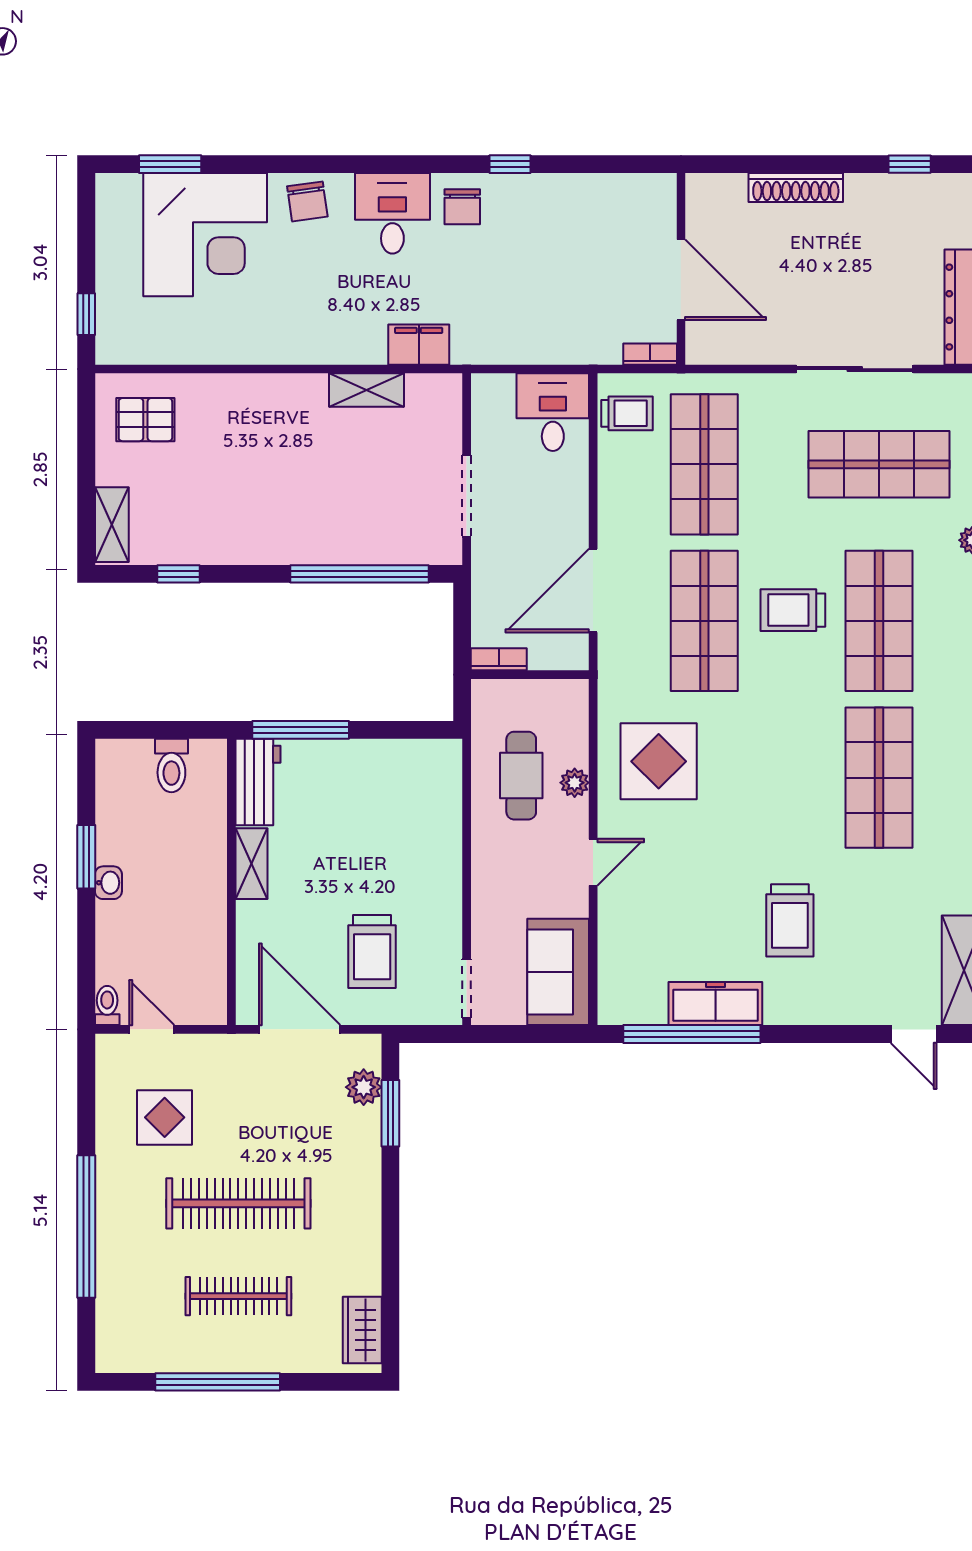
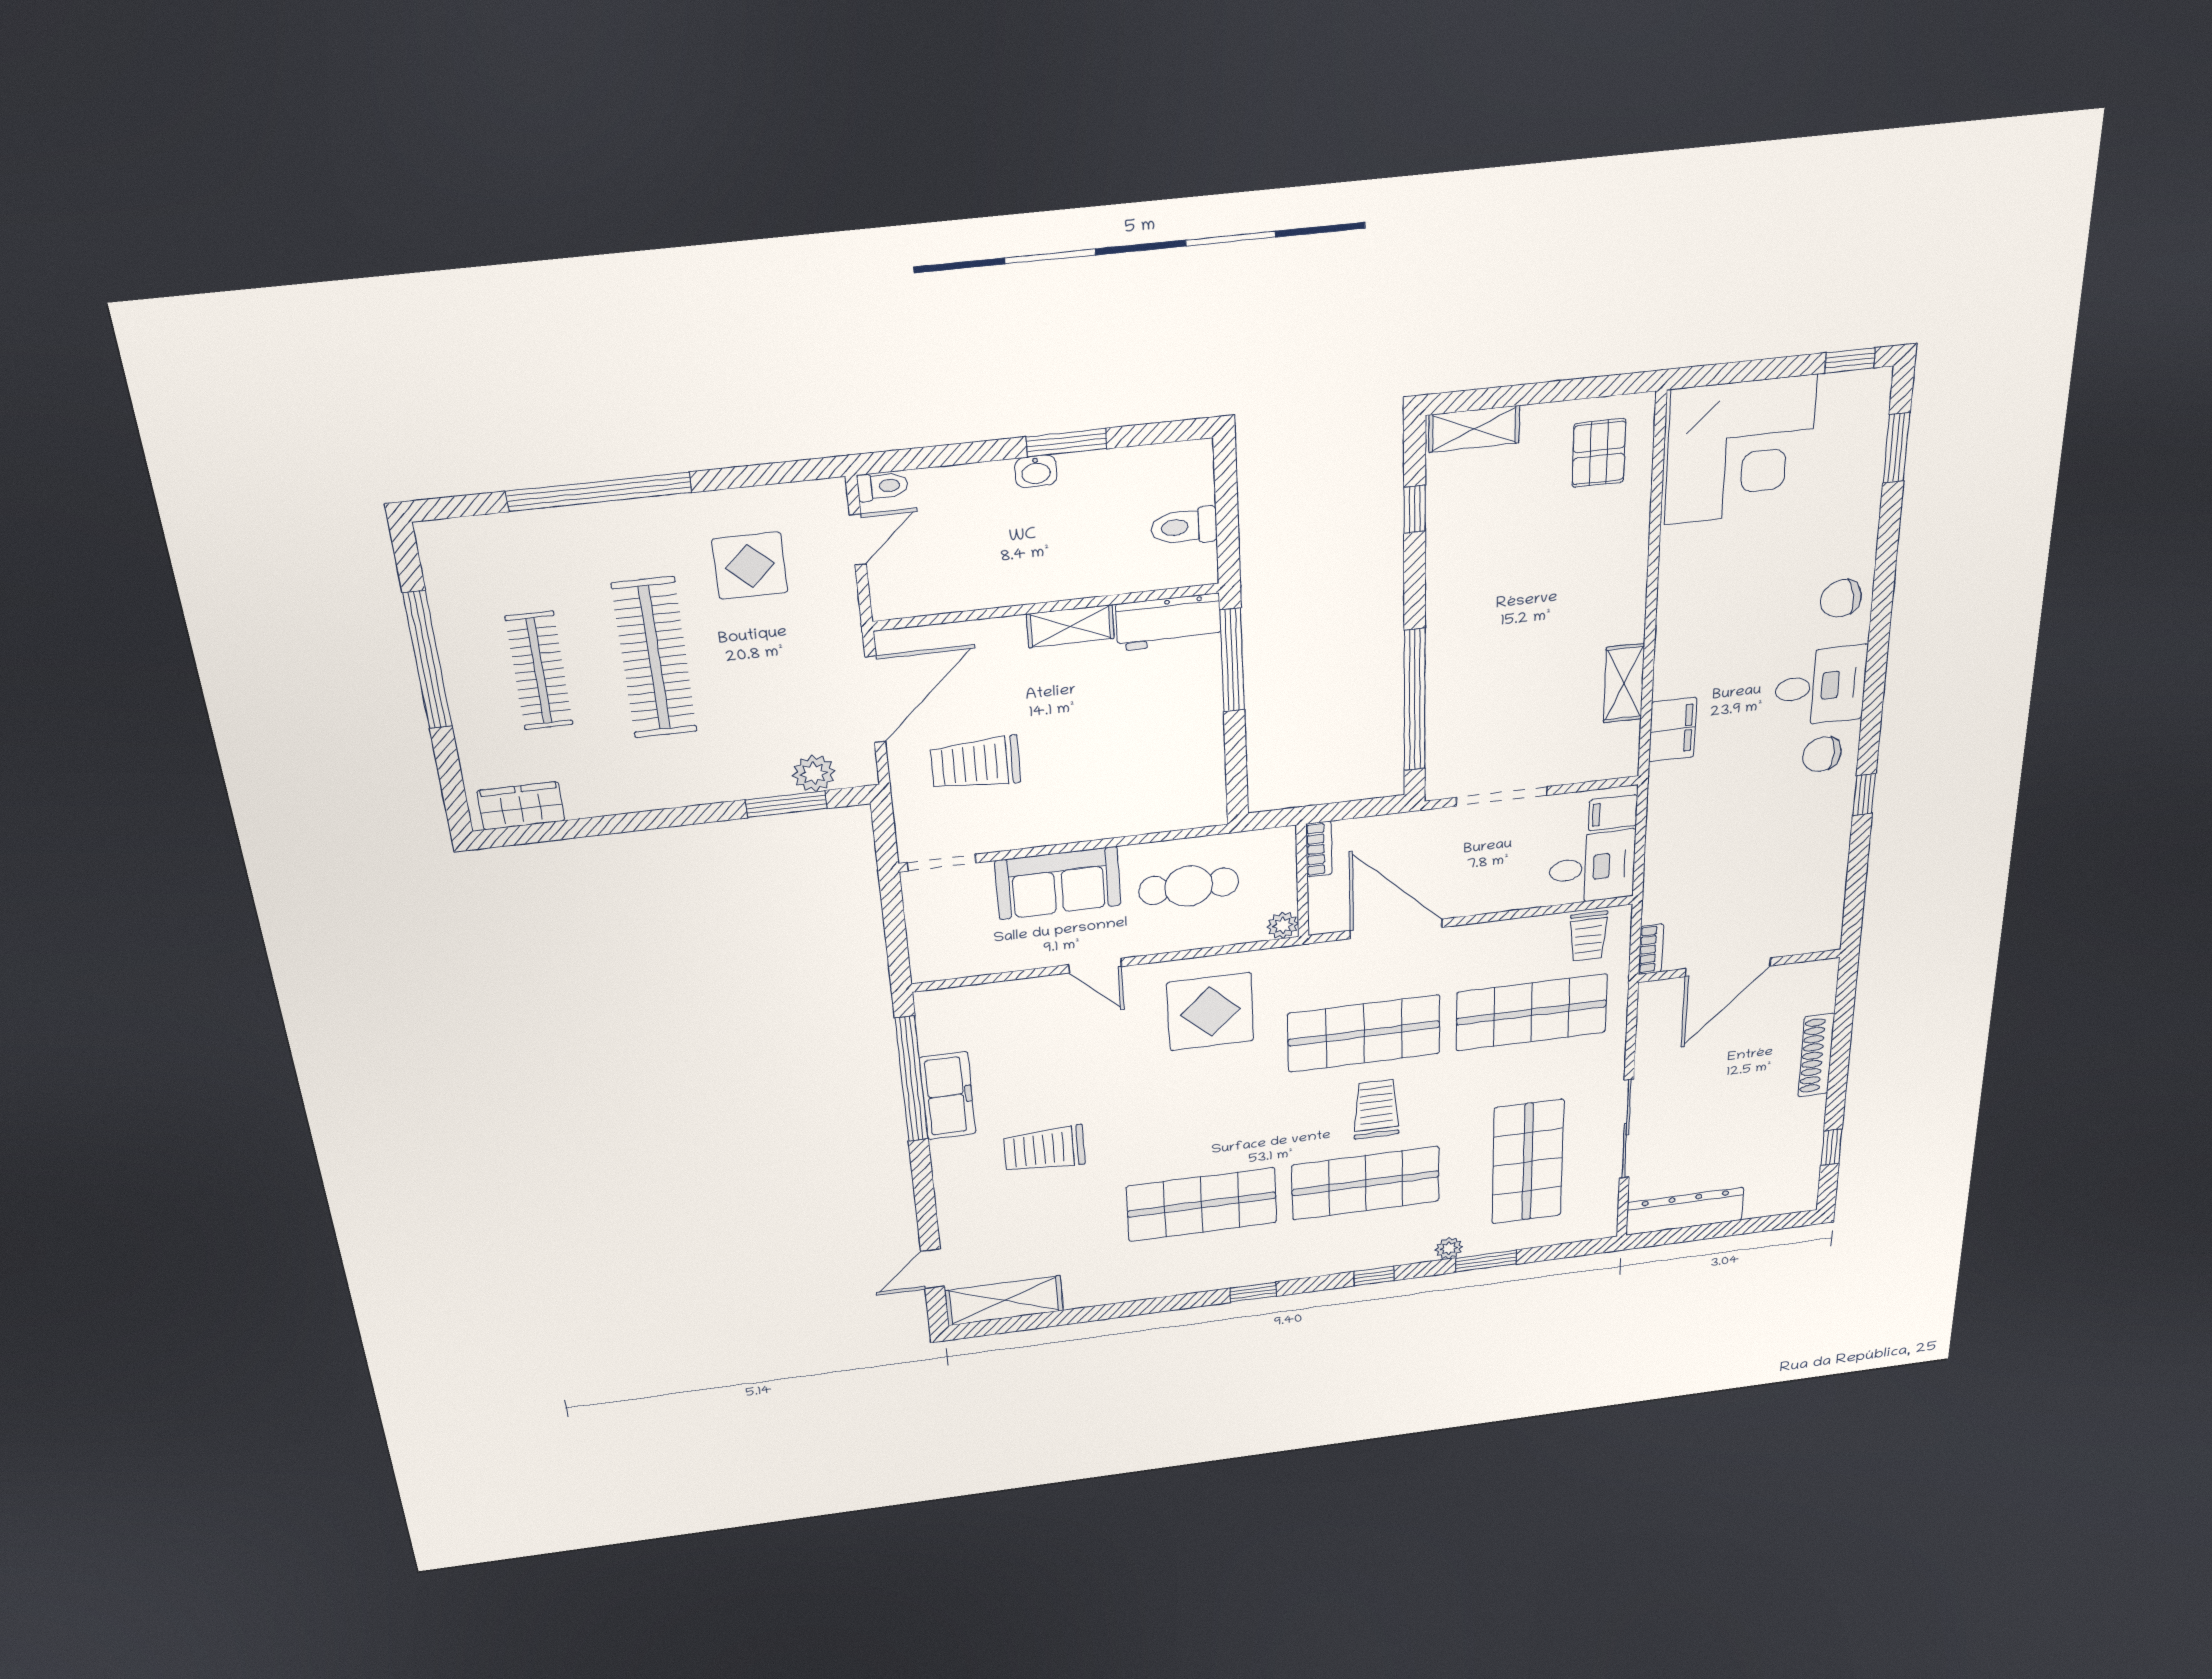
corner desk: (205, 235) -> (1740, 450), moved, turned -90
window: (86, 314) -> (1850, 360), moved
filing cabinet: (498, 395) -> (1613, 813), added
plant: (575, 783) -> (1283, 925), moved
sofa: (558, 972) -> (1058, 883), moved, turned 180

